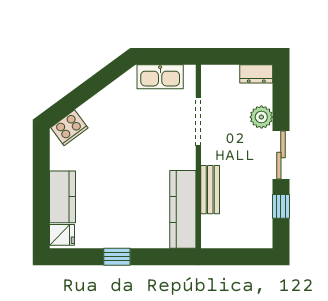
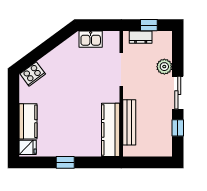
window: (239, 56) -> (149, 25), added
dresser: (256, 74) -> (141, 37), moved
kitchen sink: (160, 77) -> (91, 39), width x0.73
bench: (210, 190) -> (129, 122), width x1.36

